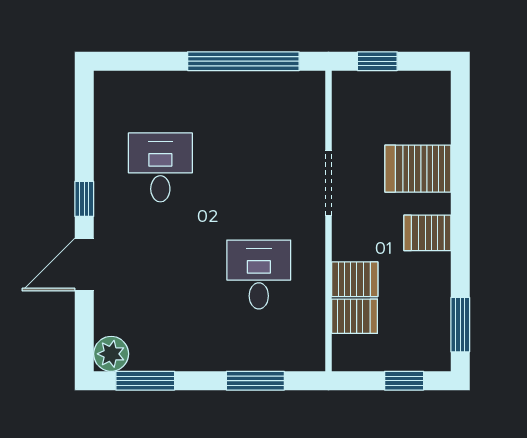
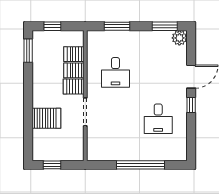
window: (243, 61) -> (141, 165), moved
window: (377, 61) -> (52, 165), moved
server rack: (427, 233) -> (74, 87), moved, turned 180

